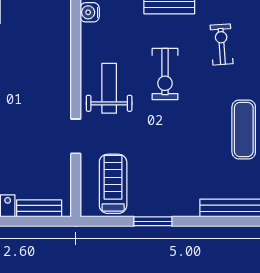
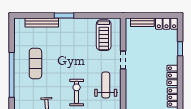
weight bench: (109, 88) -> (106, 85), turned 180
window: (153, 221) -> (64, 15), moved

